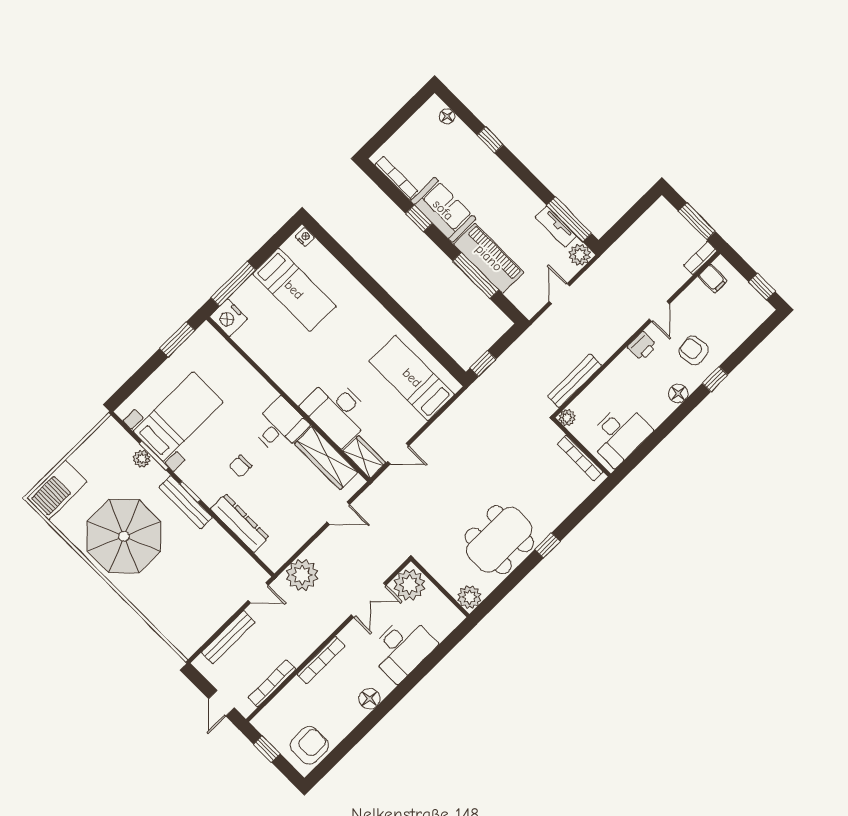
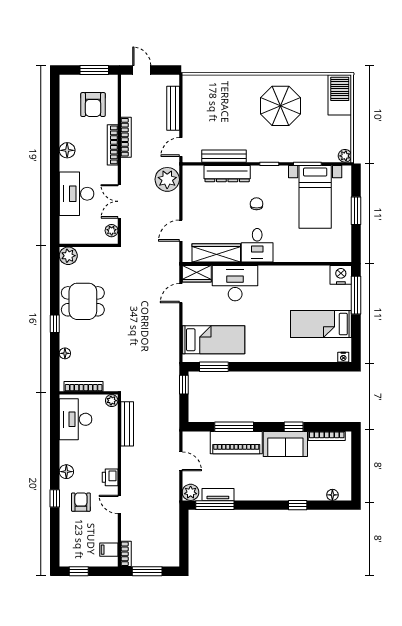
window: (177, 340) -> (356, 211), moved
armchair: (694, 351) -> (81, 502), turned -82
window: (437, 352) -> (214, 367), added
plant: (142, 459) -> (345, 156), moved
bench: (186, 502) -> (224, 156), moved
floor lamp: (566, 507) -> (65, 353), added
parasol: (124, 536) -> (281, 106), width x0.73, depth x0.73
dining table: (499, 540) -> (83, 301), width x0.73
plant: (409, 585) -> (112, 231), width x0.53, depth x0.53
bookcase: (272, 683) -> (126, 137), moved
armchair: (309, 745) -> (93, 105), moved
window: (267, 749) -> (94, 70), width x1.50

